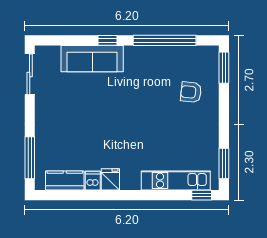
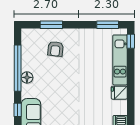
floor lamp: (152, 53) -> (27, 77), added
window: (224, 68) -> (51, 25), moved
fridge: (110, 179) -> (119, 93), moved

